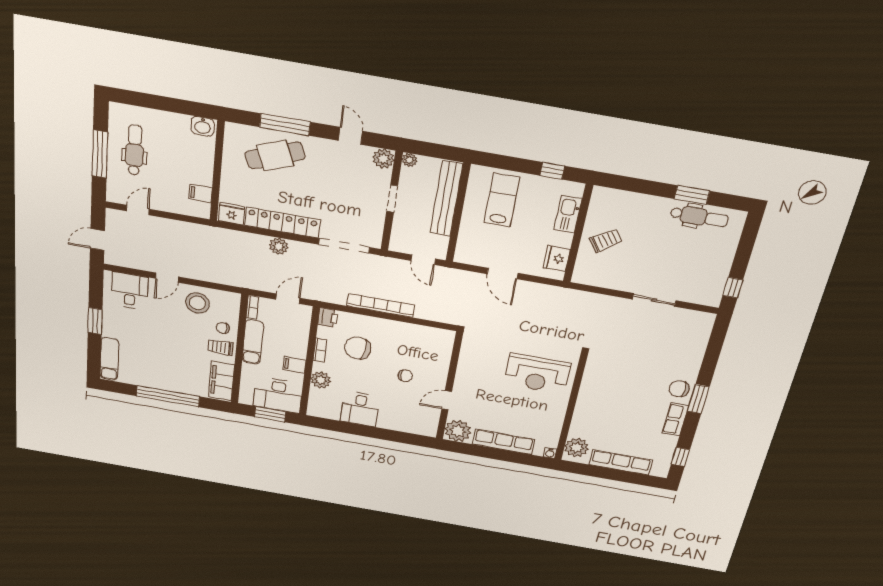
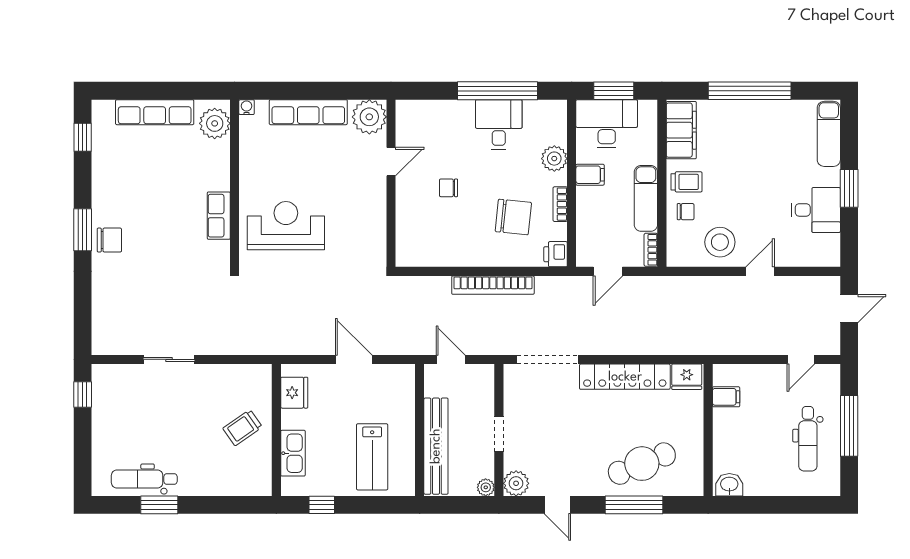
plant: (279, 246) -> (626, 343), removed
desk: (130, 291) -> (816, 210), moved, turned -90
row of seats: (675, 419) -> (219, 216), moved, turned 180
window: (358, 430) -> (498, 91), added

